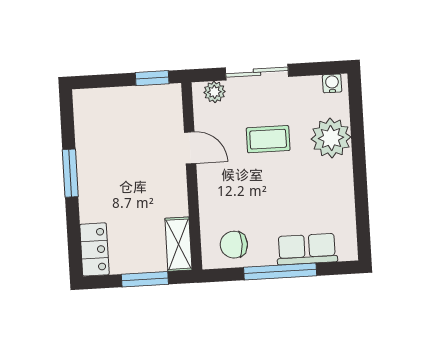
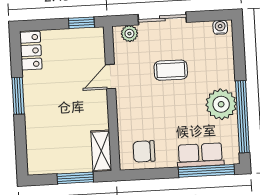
plant: (331, 138) -> (221, 104), moved
door: (190, 148) -> (111, 77), swing flipped
window: (361, 199) -> (242, 117), added
locker: (94, 249) -> (31, 51), moved
window: (280, 272) -> (206, 171), moved

